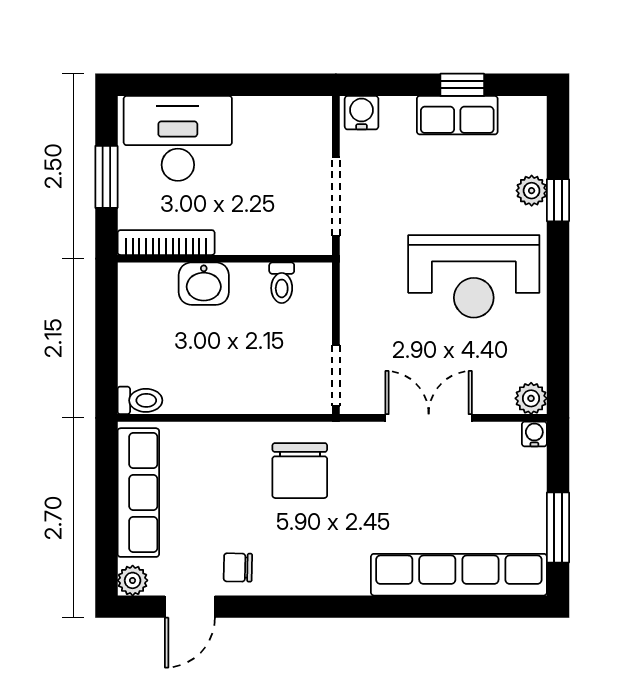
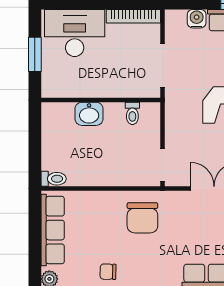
water cooler: (362, 113) -> (197, 19), moved
bookcase: (166, 243) -> (133, 16), moved, turned 180

